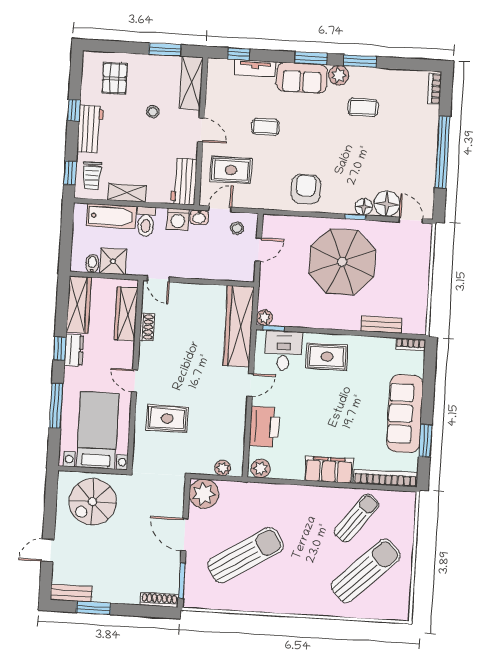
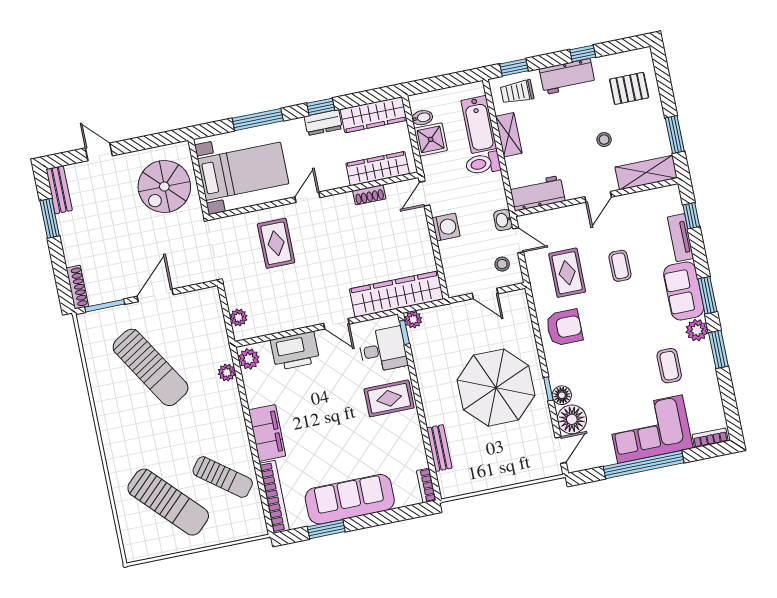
corner sofa: (413, 138) -> (650, 429), added
rug: (231, 170) -> (567, 273), moved
washing machine: (178, 219) -> (446, 227), moved, turned 180
rug: (327, 357) -> (389, 398), turned 90
plant: (204, 494) -> (227, 372), moved, width x0.53, depth x0.53
spiral stairs: (93, 502) -> (164, 186), turned -90

